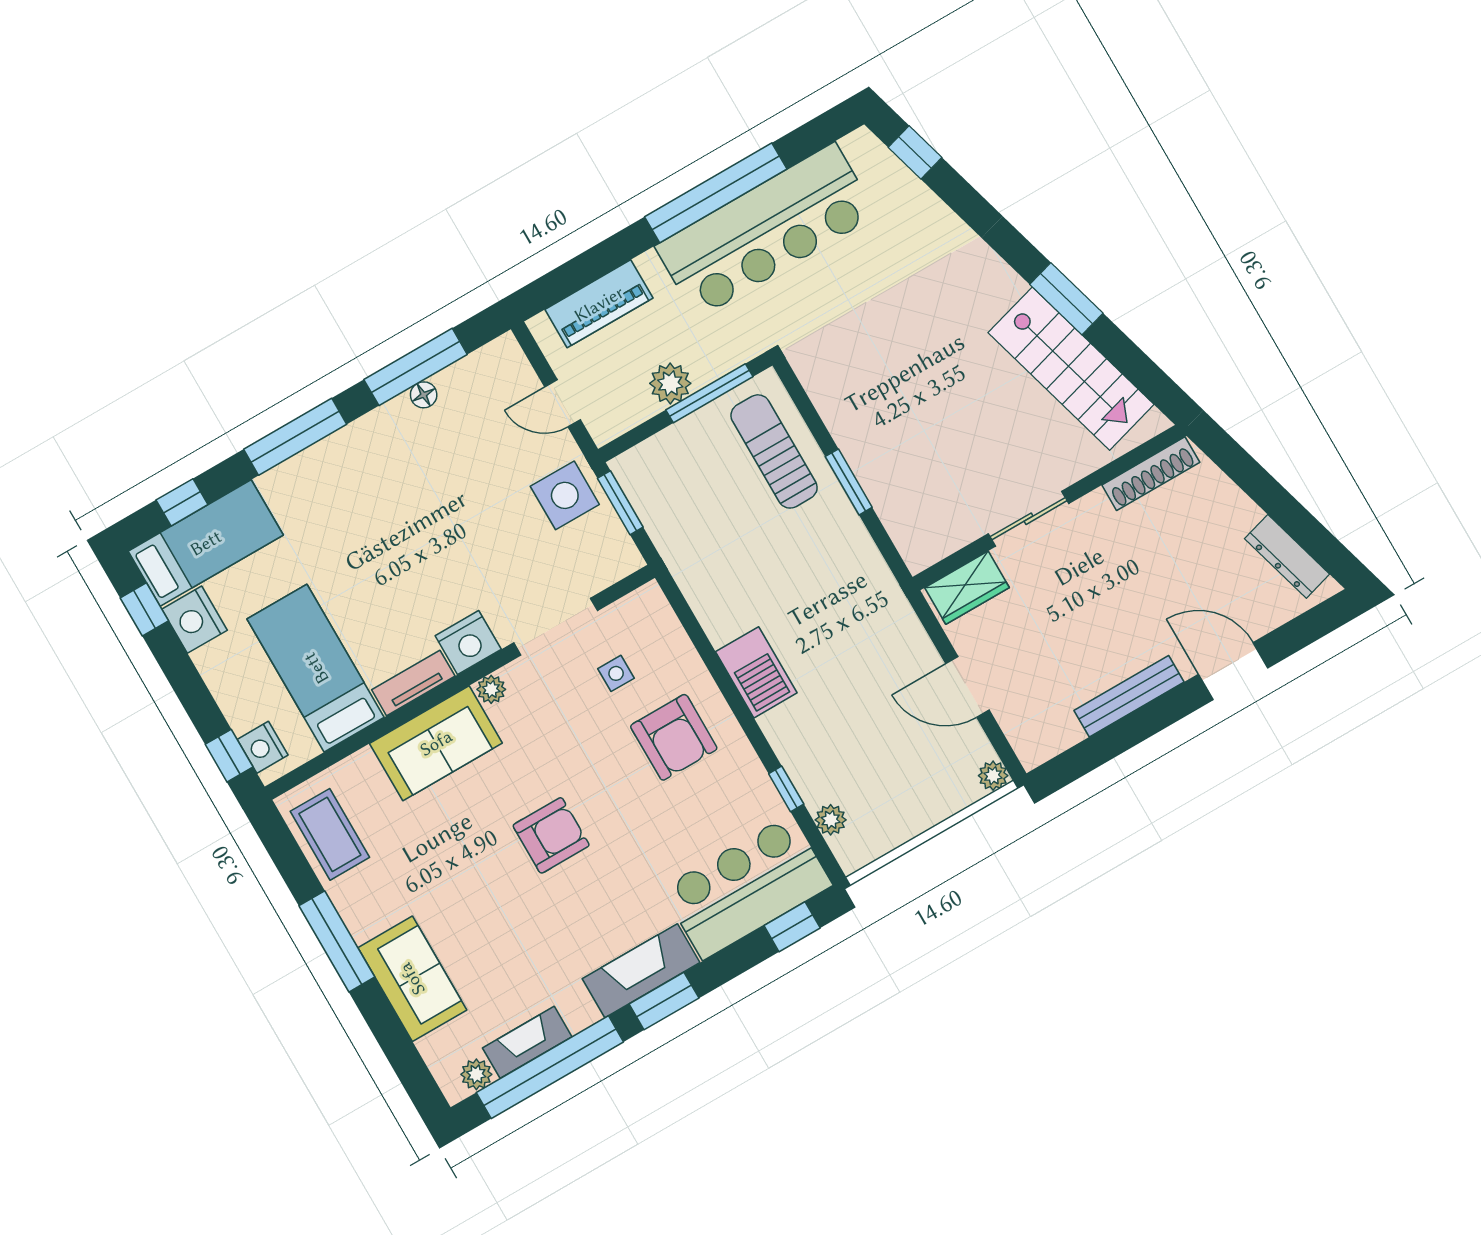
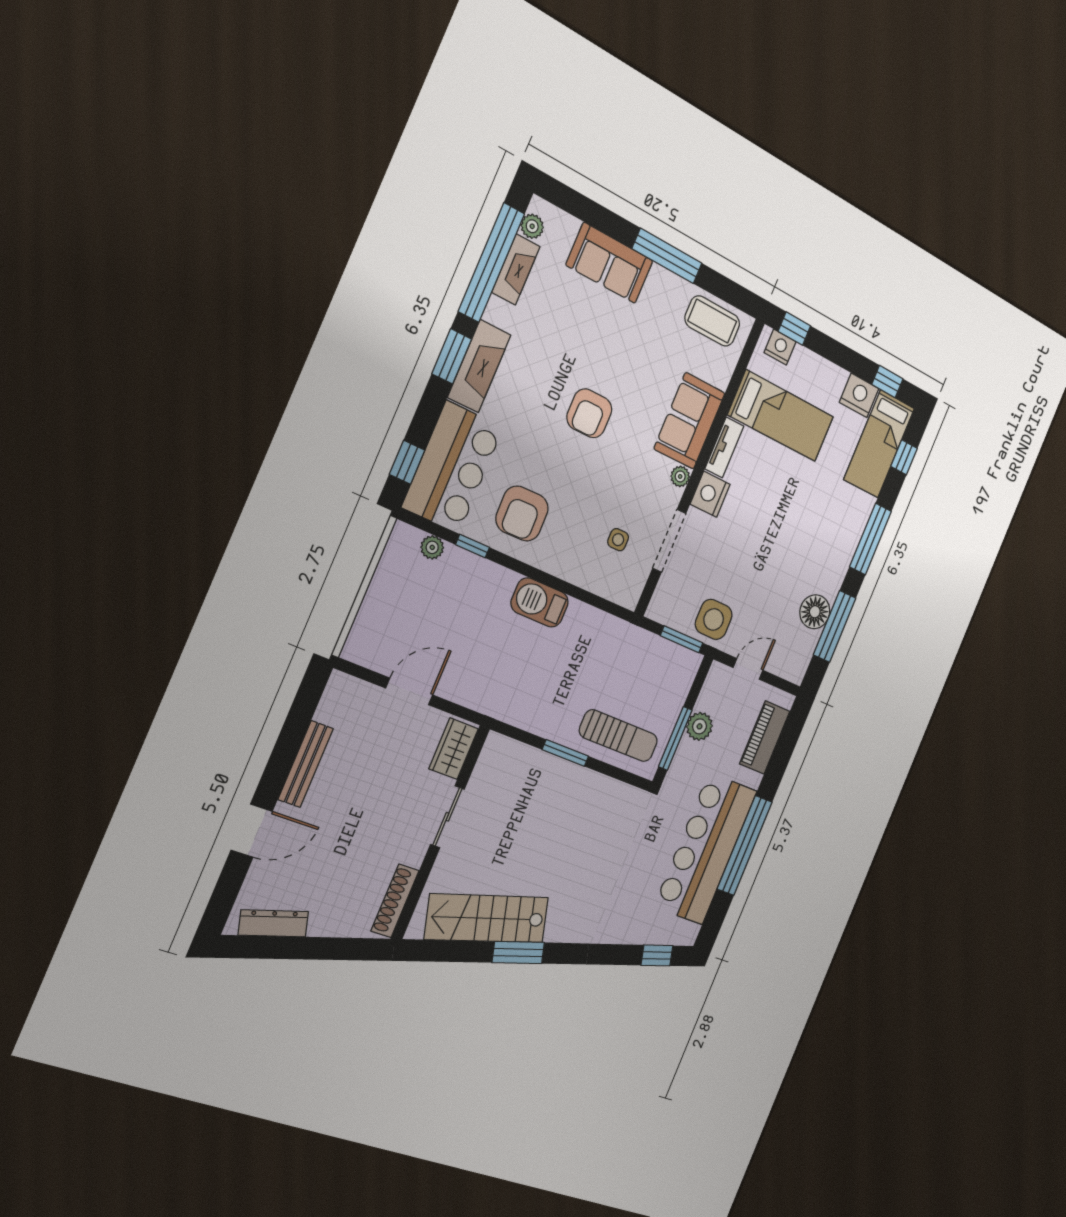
floor lamp: (424, 395) -> (815, 612), width x1.89, depth x1.89
armchair: (674, 737) -> (522, 514), moved, turned -91
plant: (993, 776) -> (353, 651), removed

